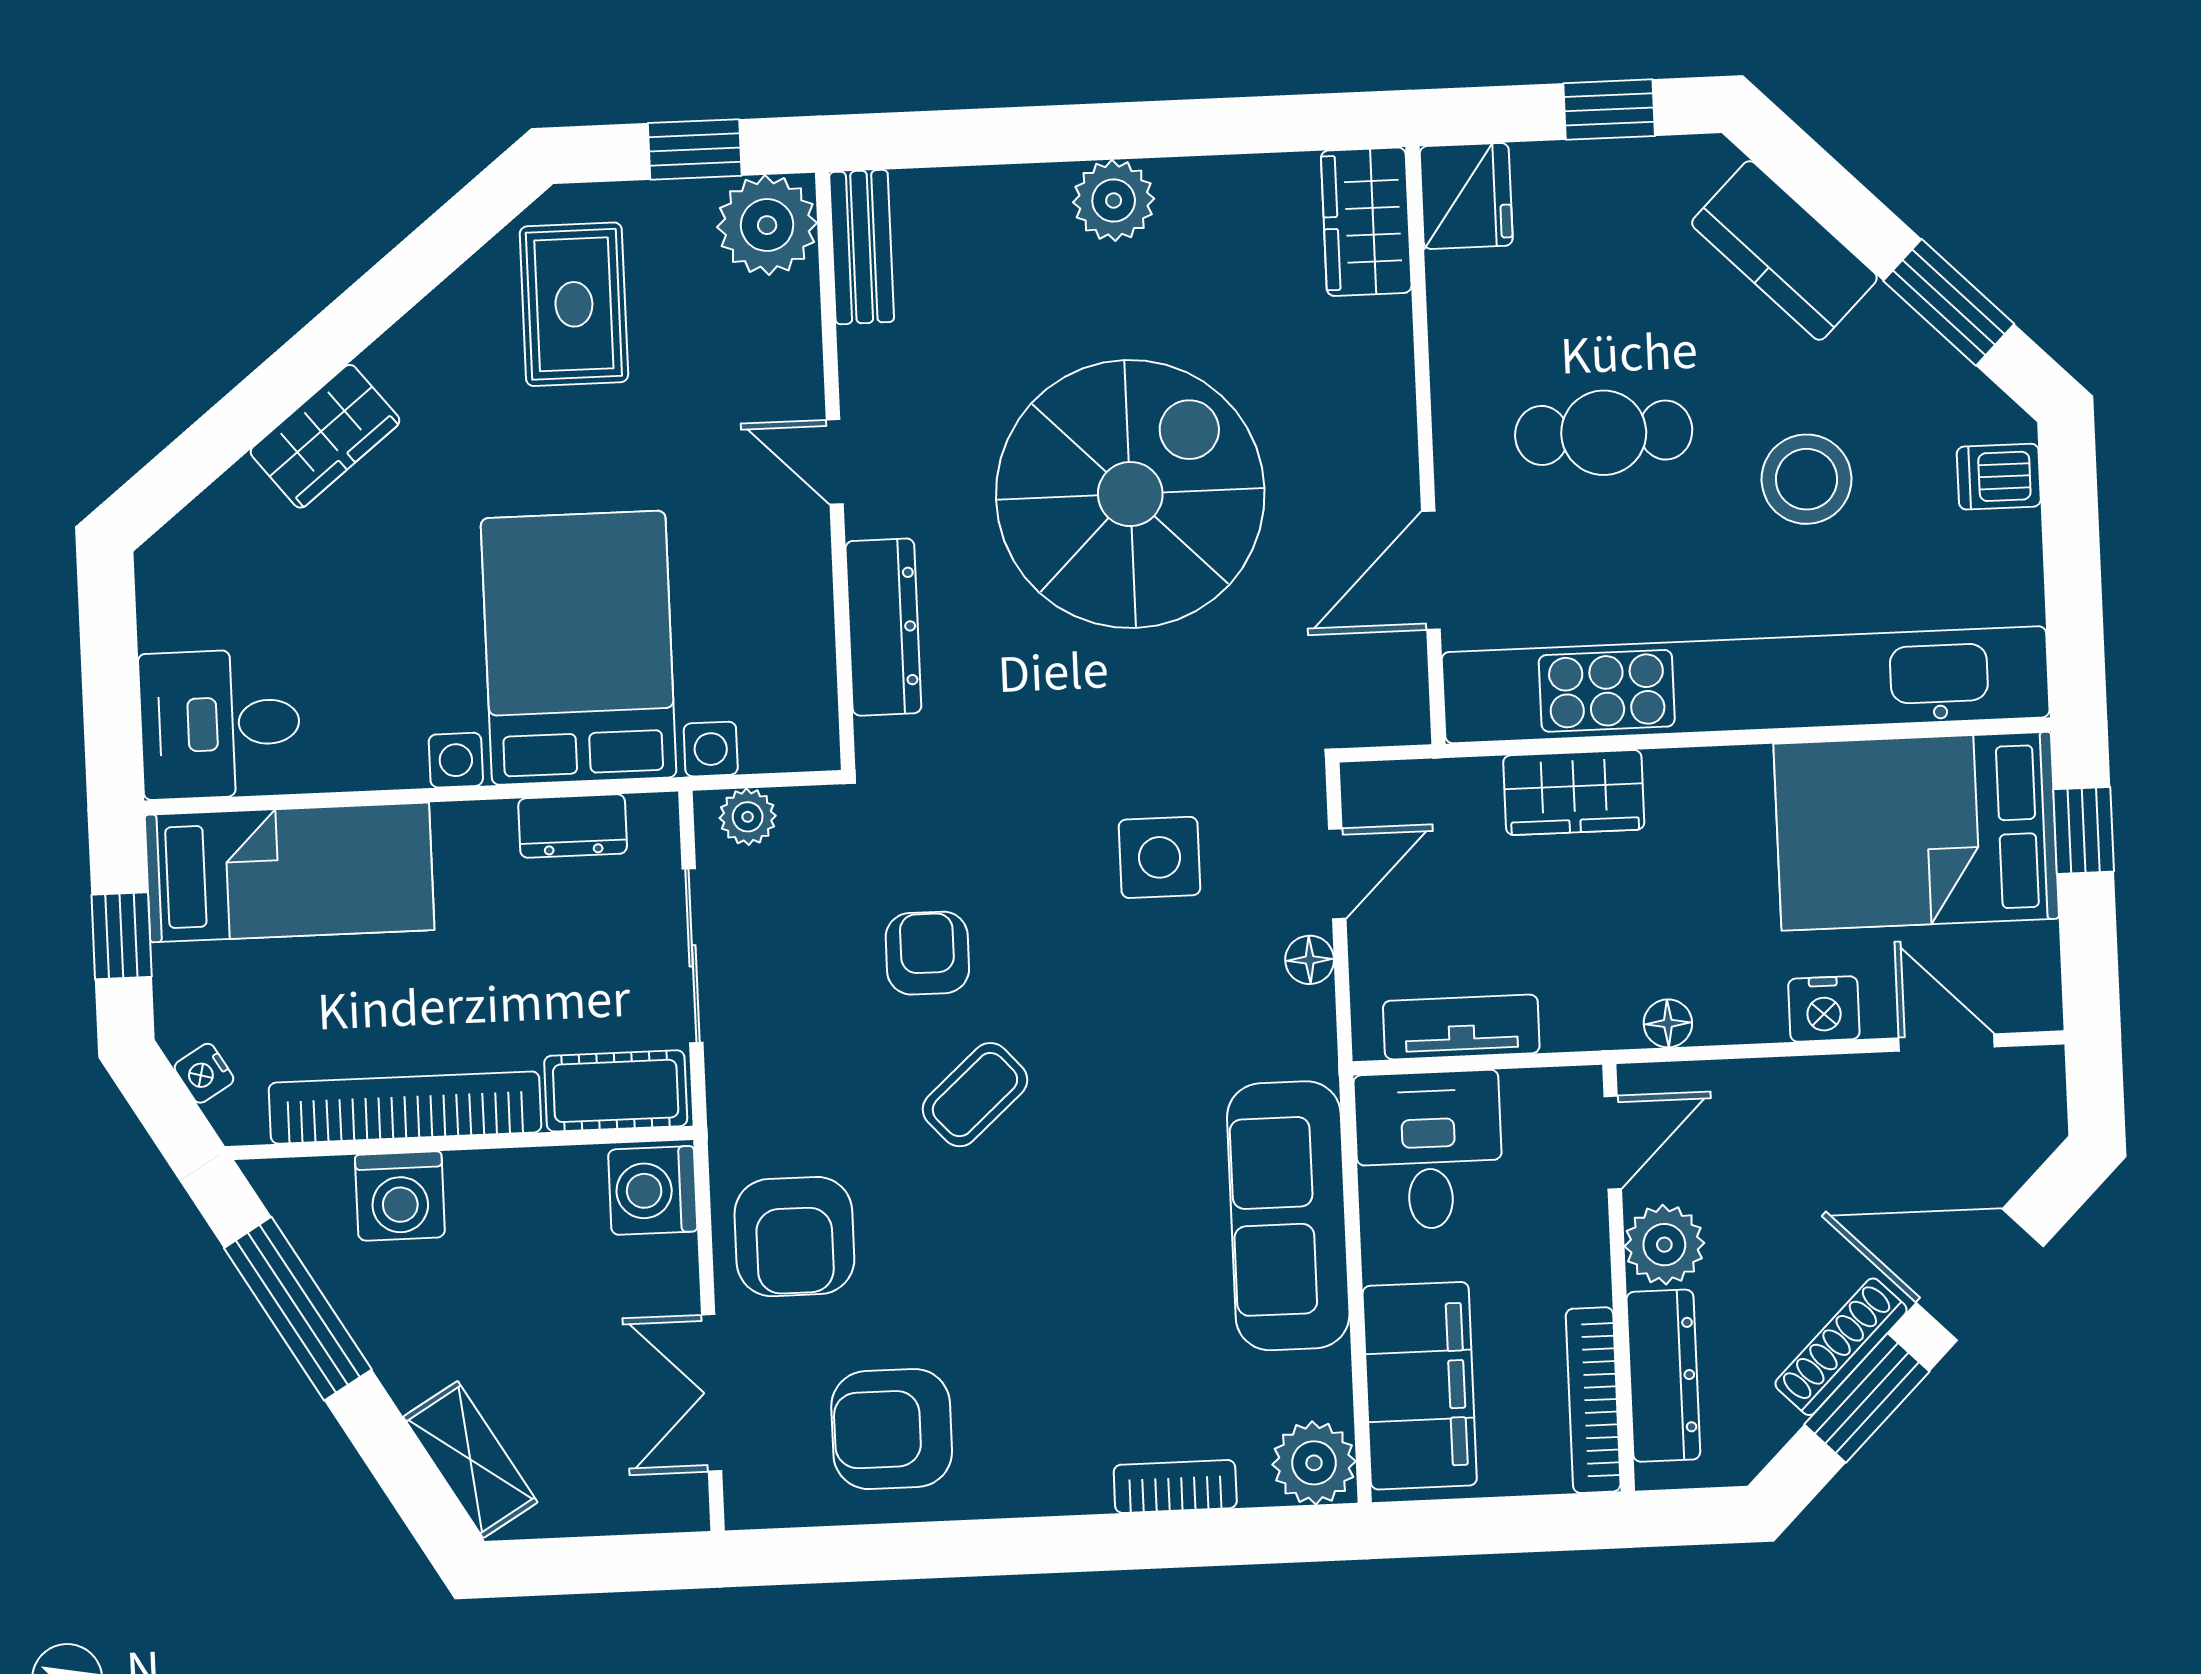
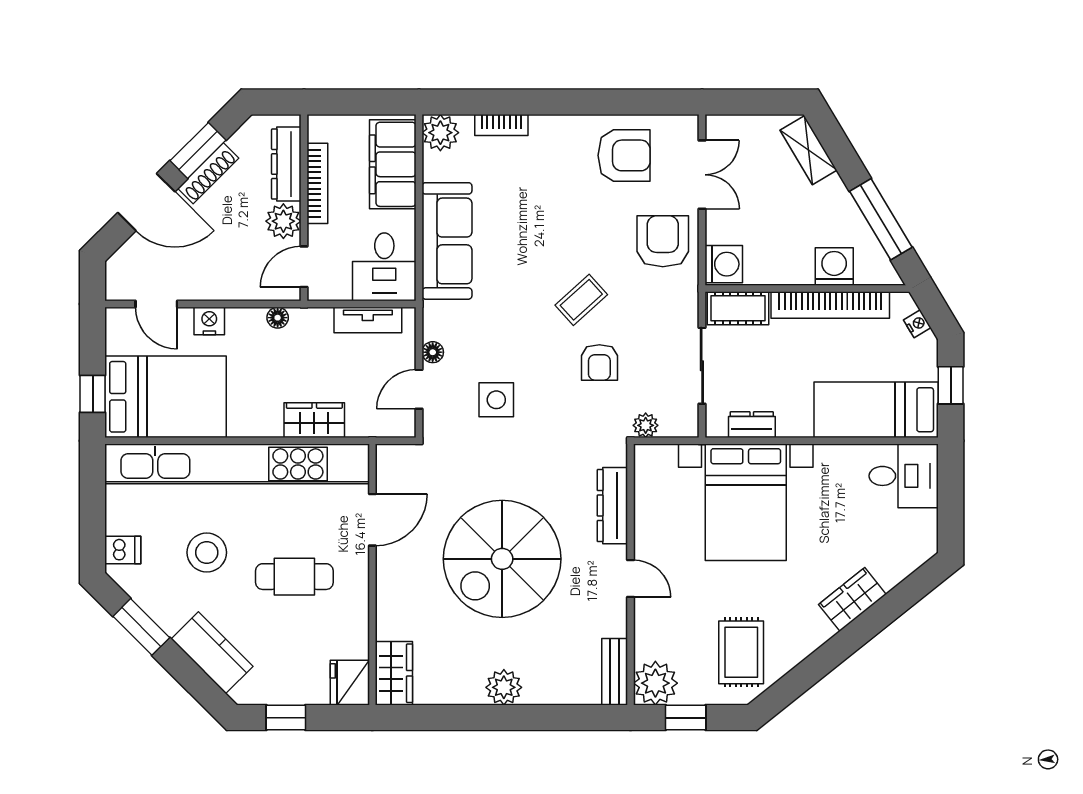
plant: (748, 817) -> (646, 425), moved
bookcase: (1593, 1400) -> (317, 183), moved

